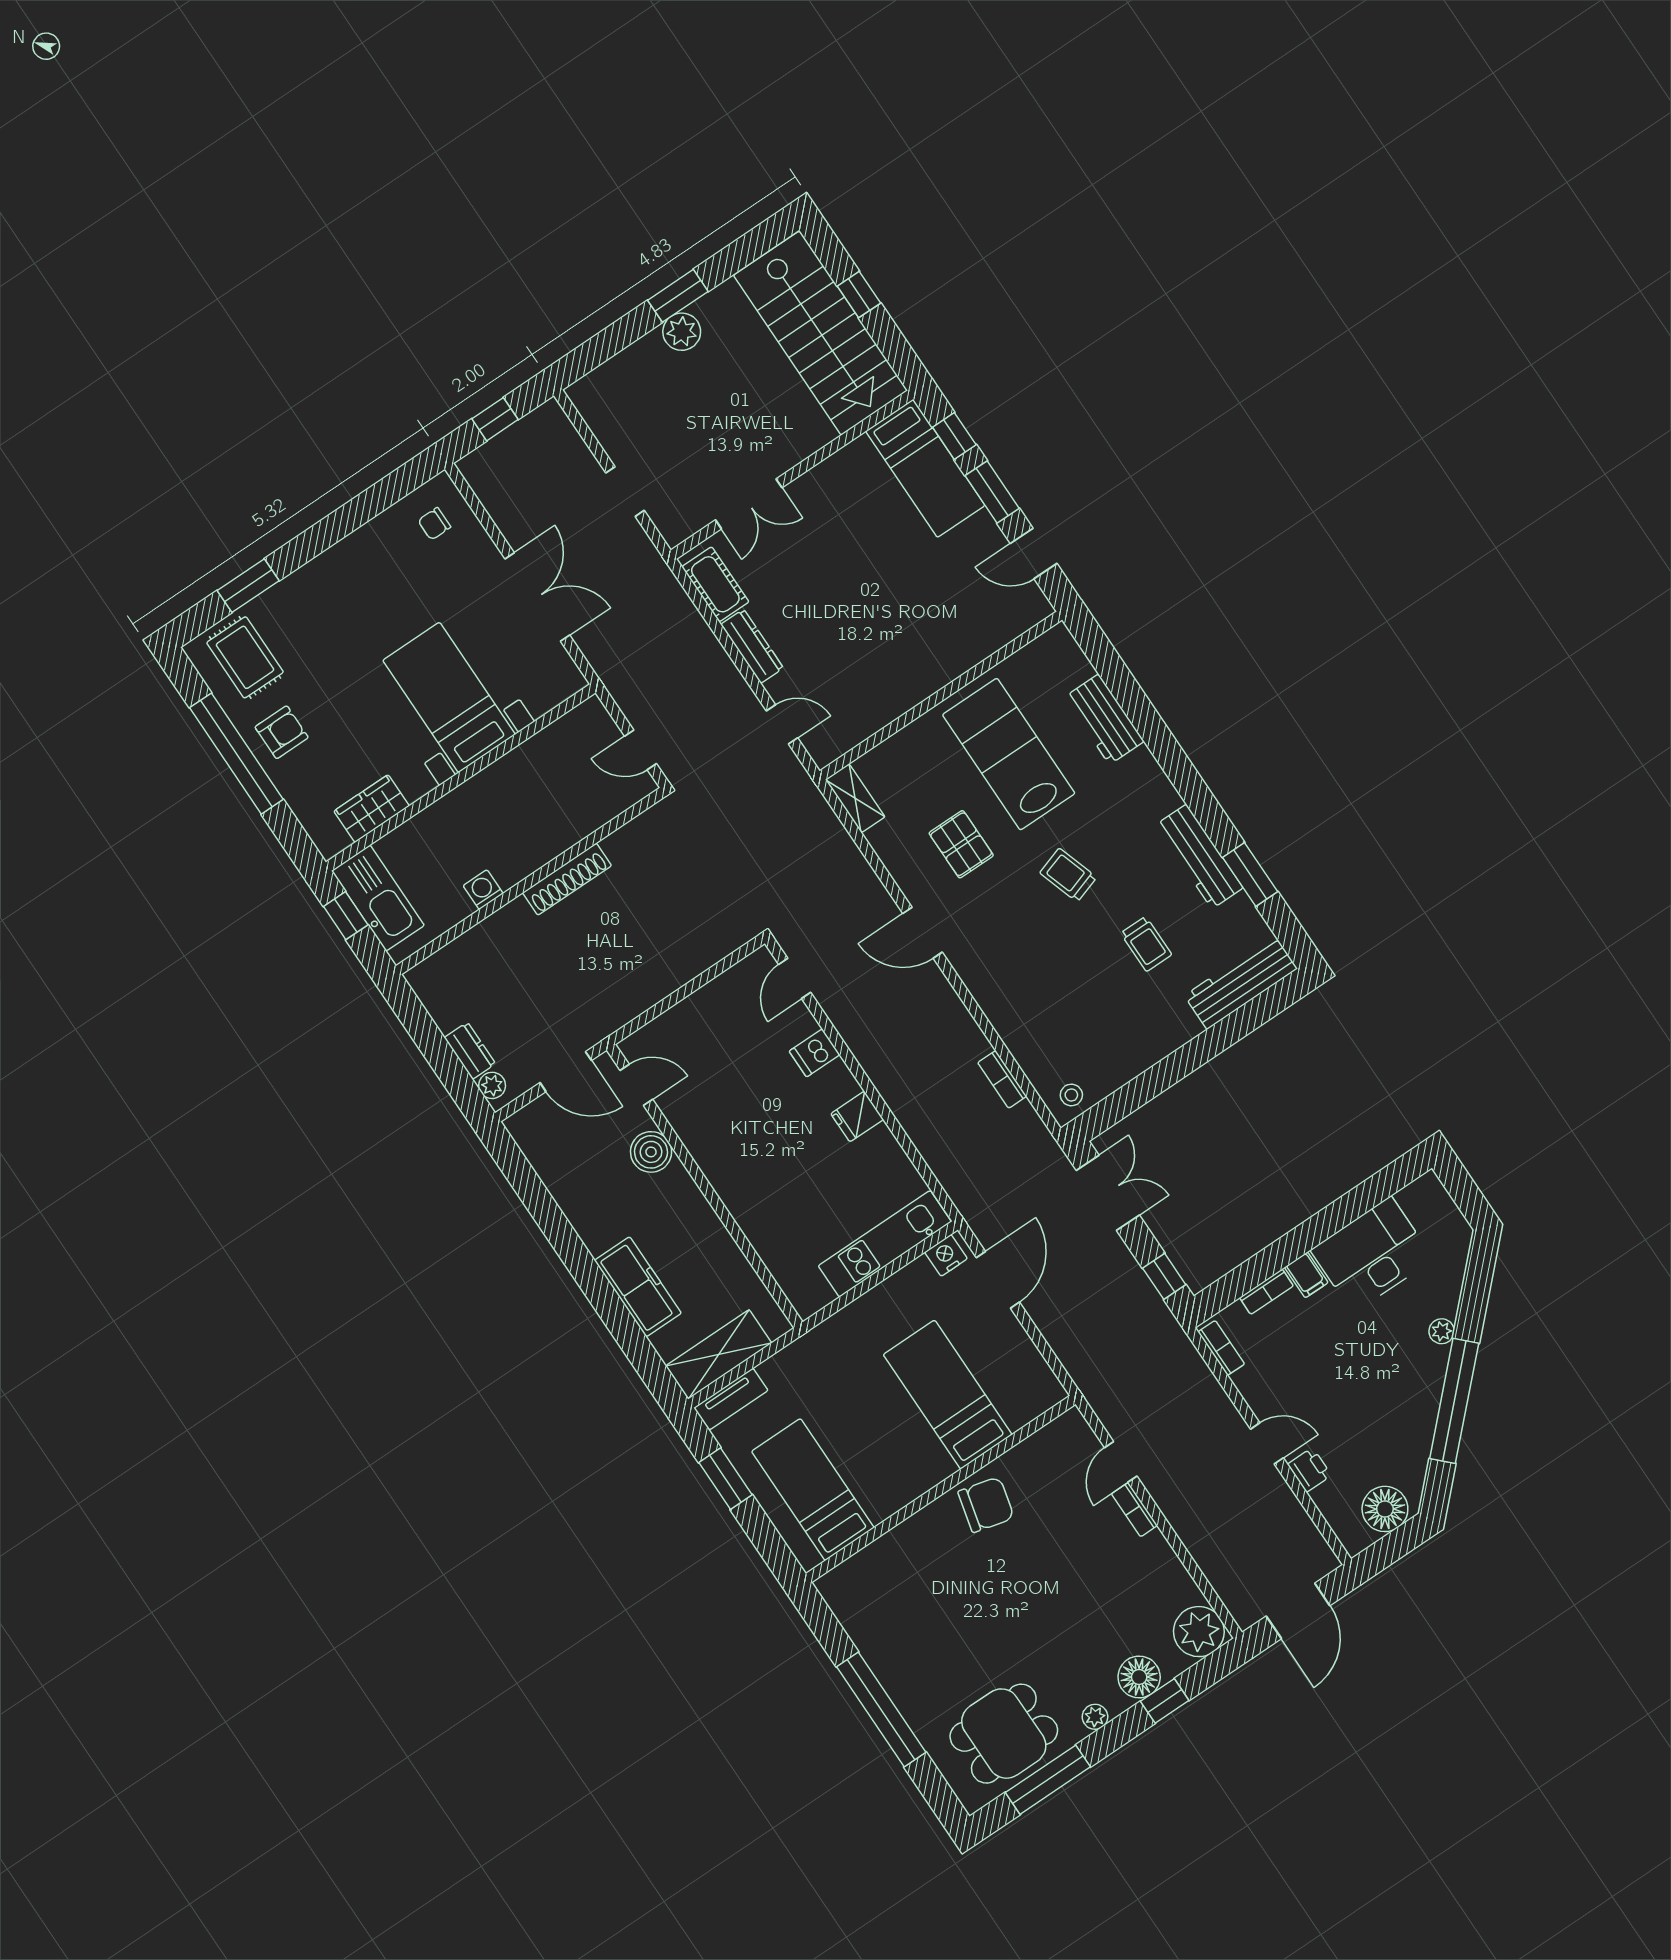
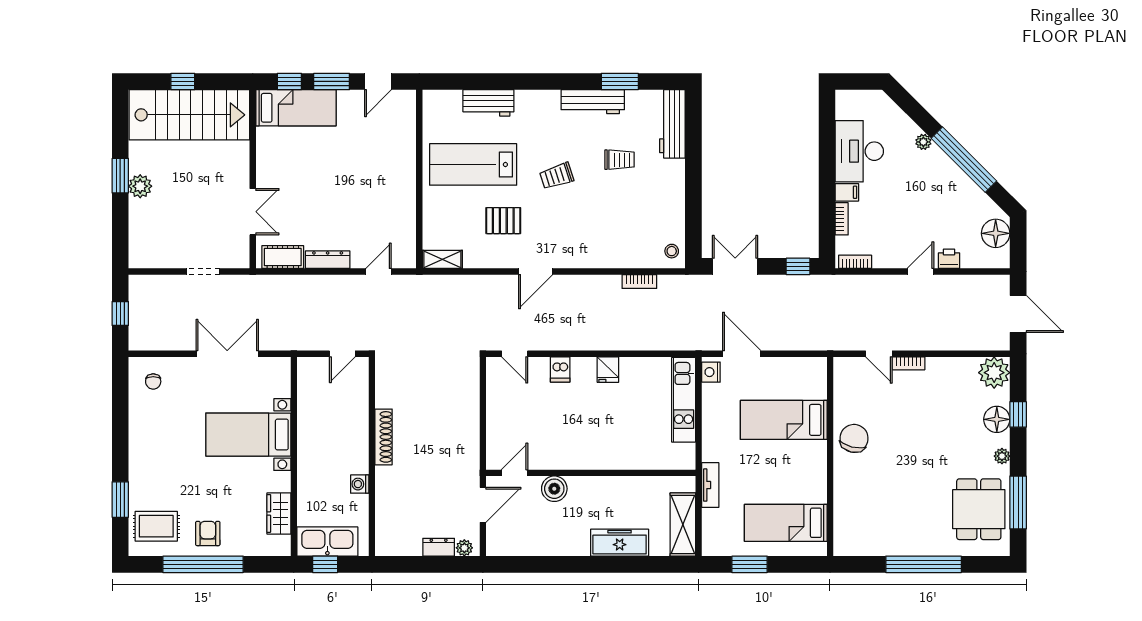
tv unit: (731, 1399) -> (710, 485), moved

